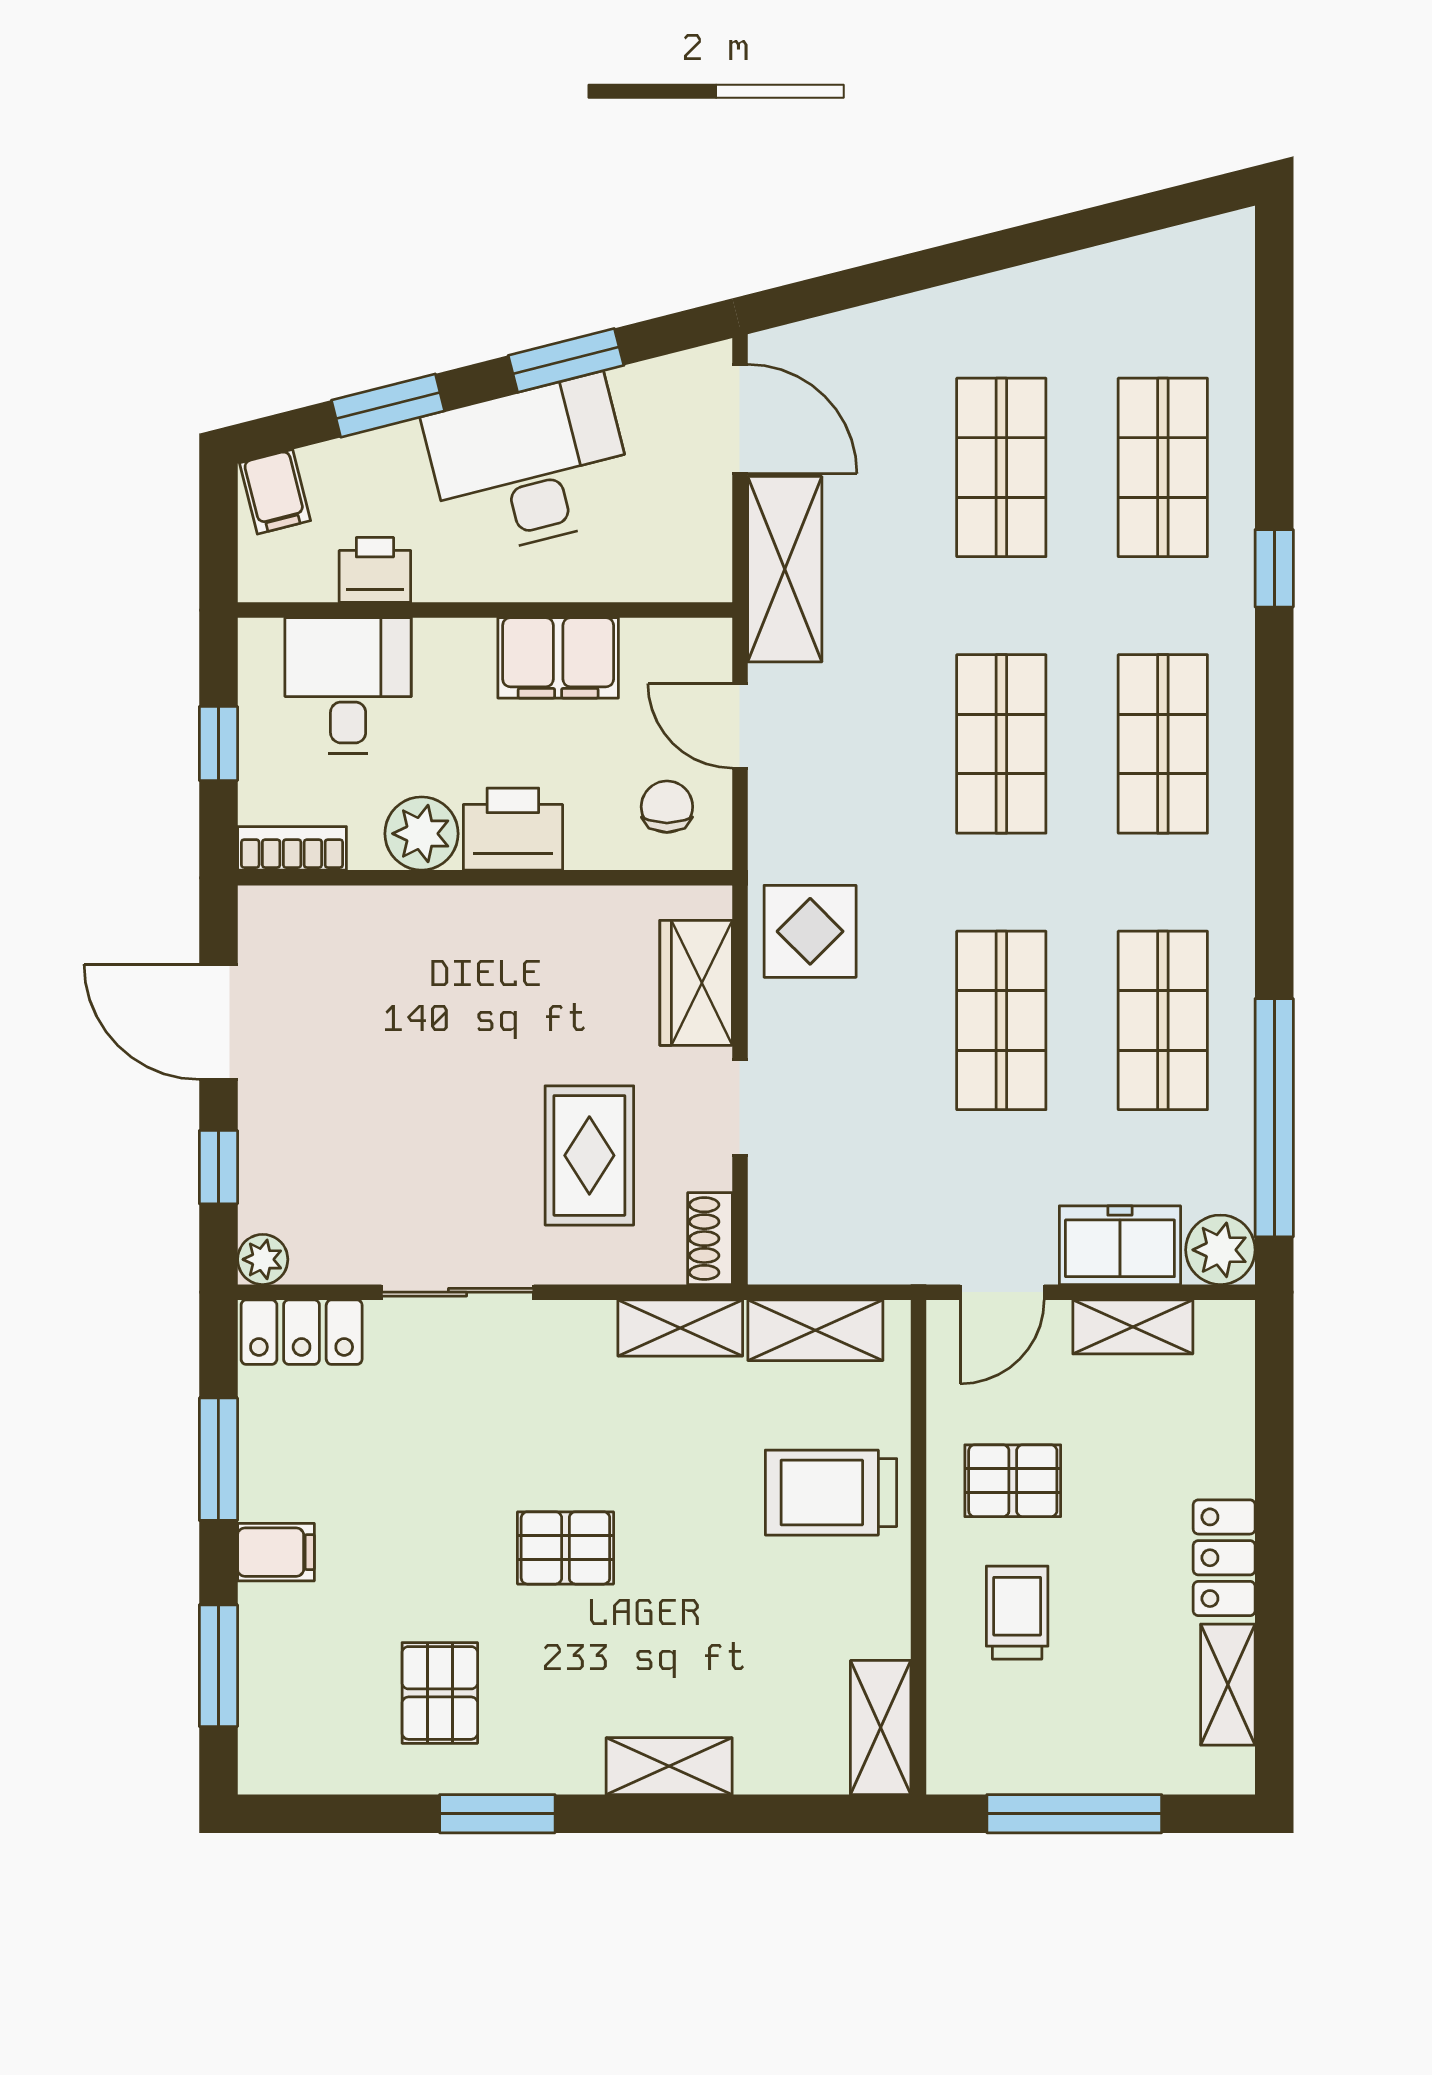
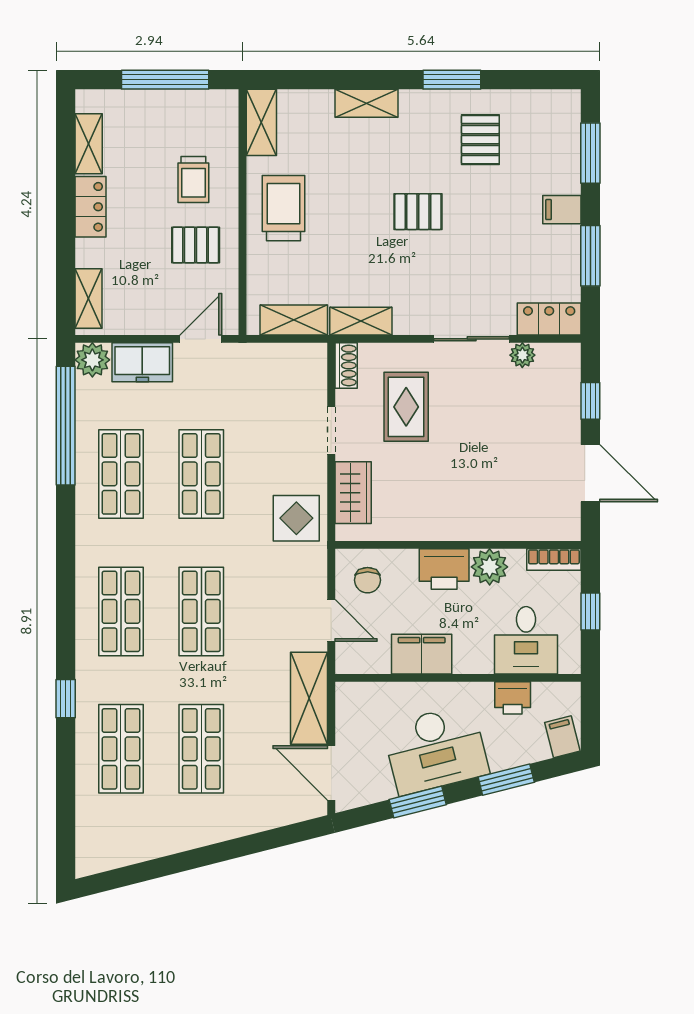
plant: (263, 1259) -> (522, 355), moved
shelving: (1133, 1327) -> (89, 298), moved, turned 90
trolley: (831, 1493) -> (283, 208), moved, turned -90

